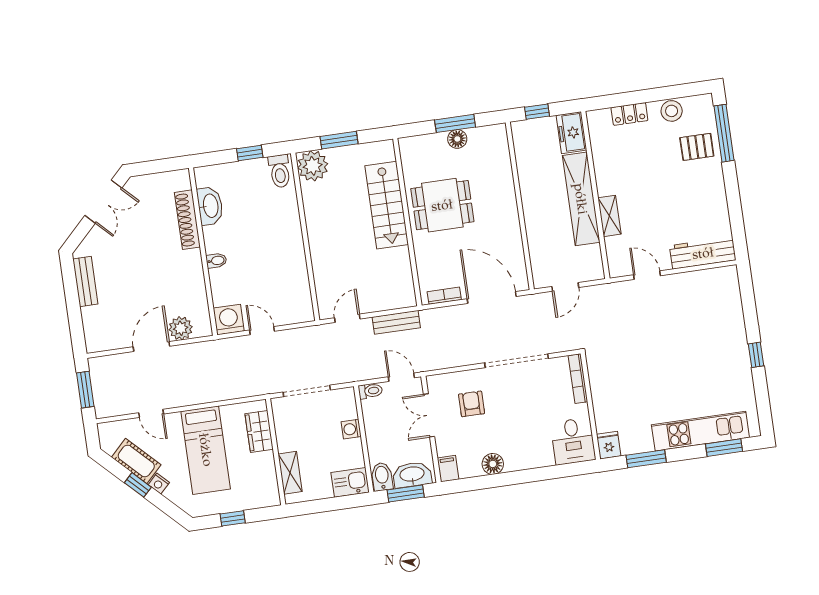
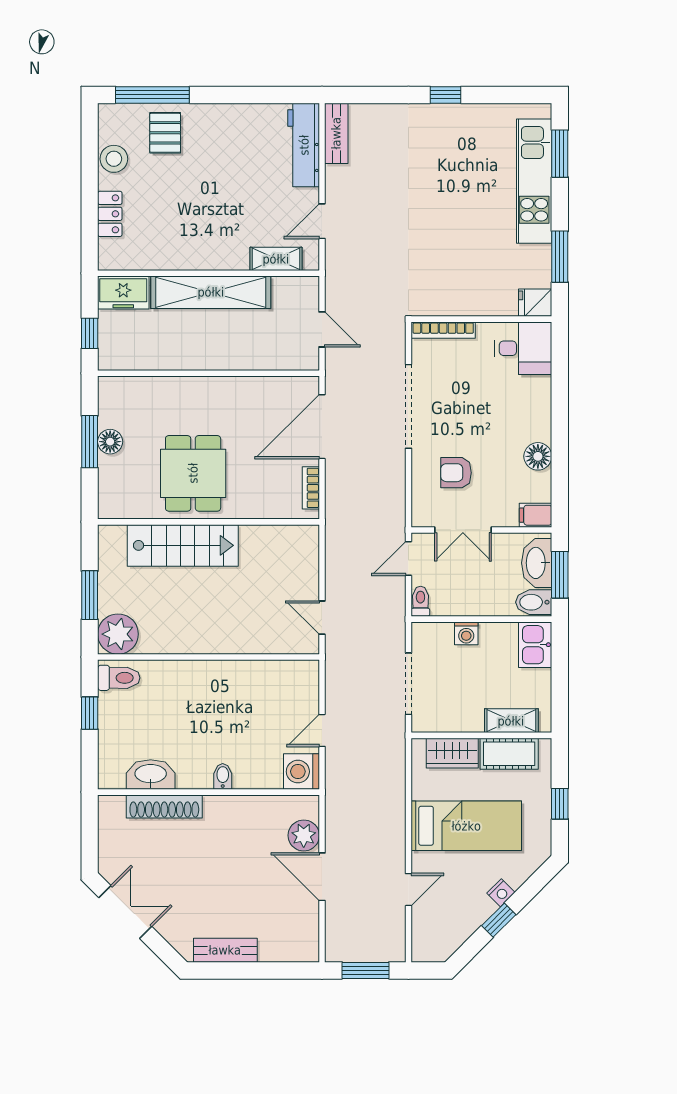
shelving: (609, 216) -> (276, 259), moved
bench: (396, 322) -> (336, 133), moved
cot: (136, 461) -> (509, 754), moved, turned 45

